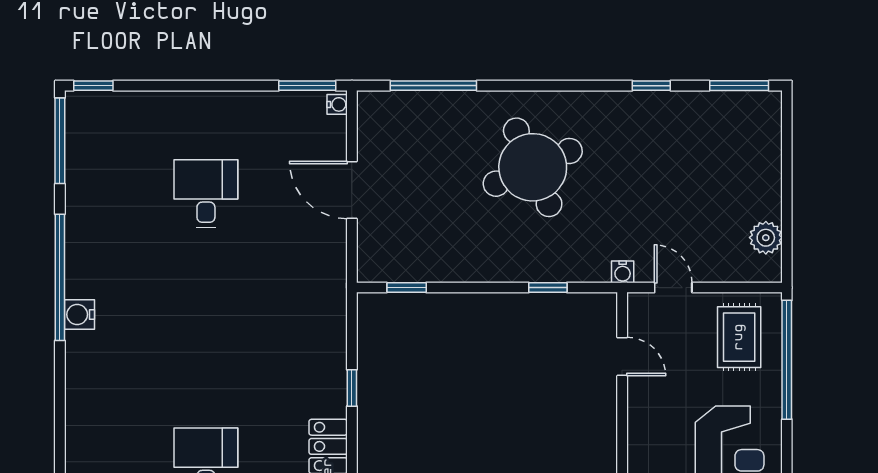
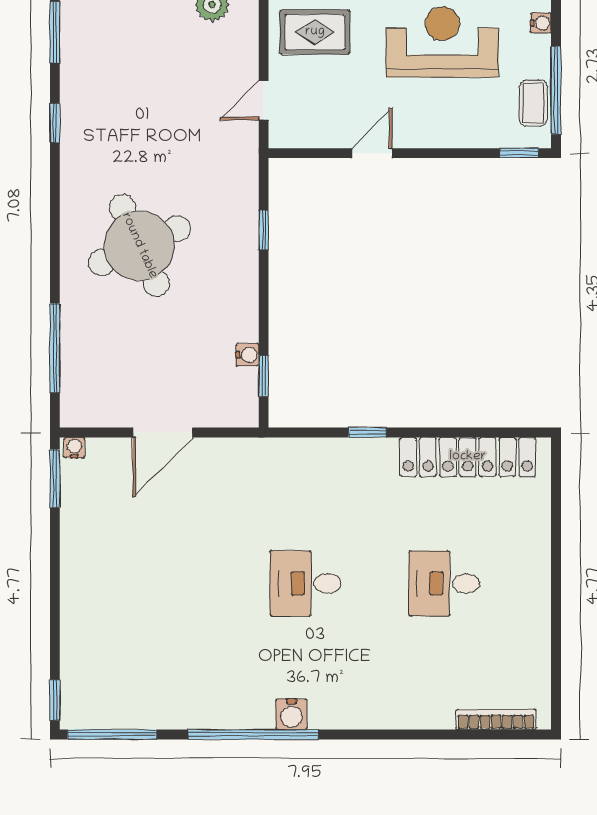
desk: (206, 194) -> (305, 583), moved
water cooler: (623, 272) -> (248, 355), moved
door: (622, 357) -> (372, 153), moved

